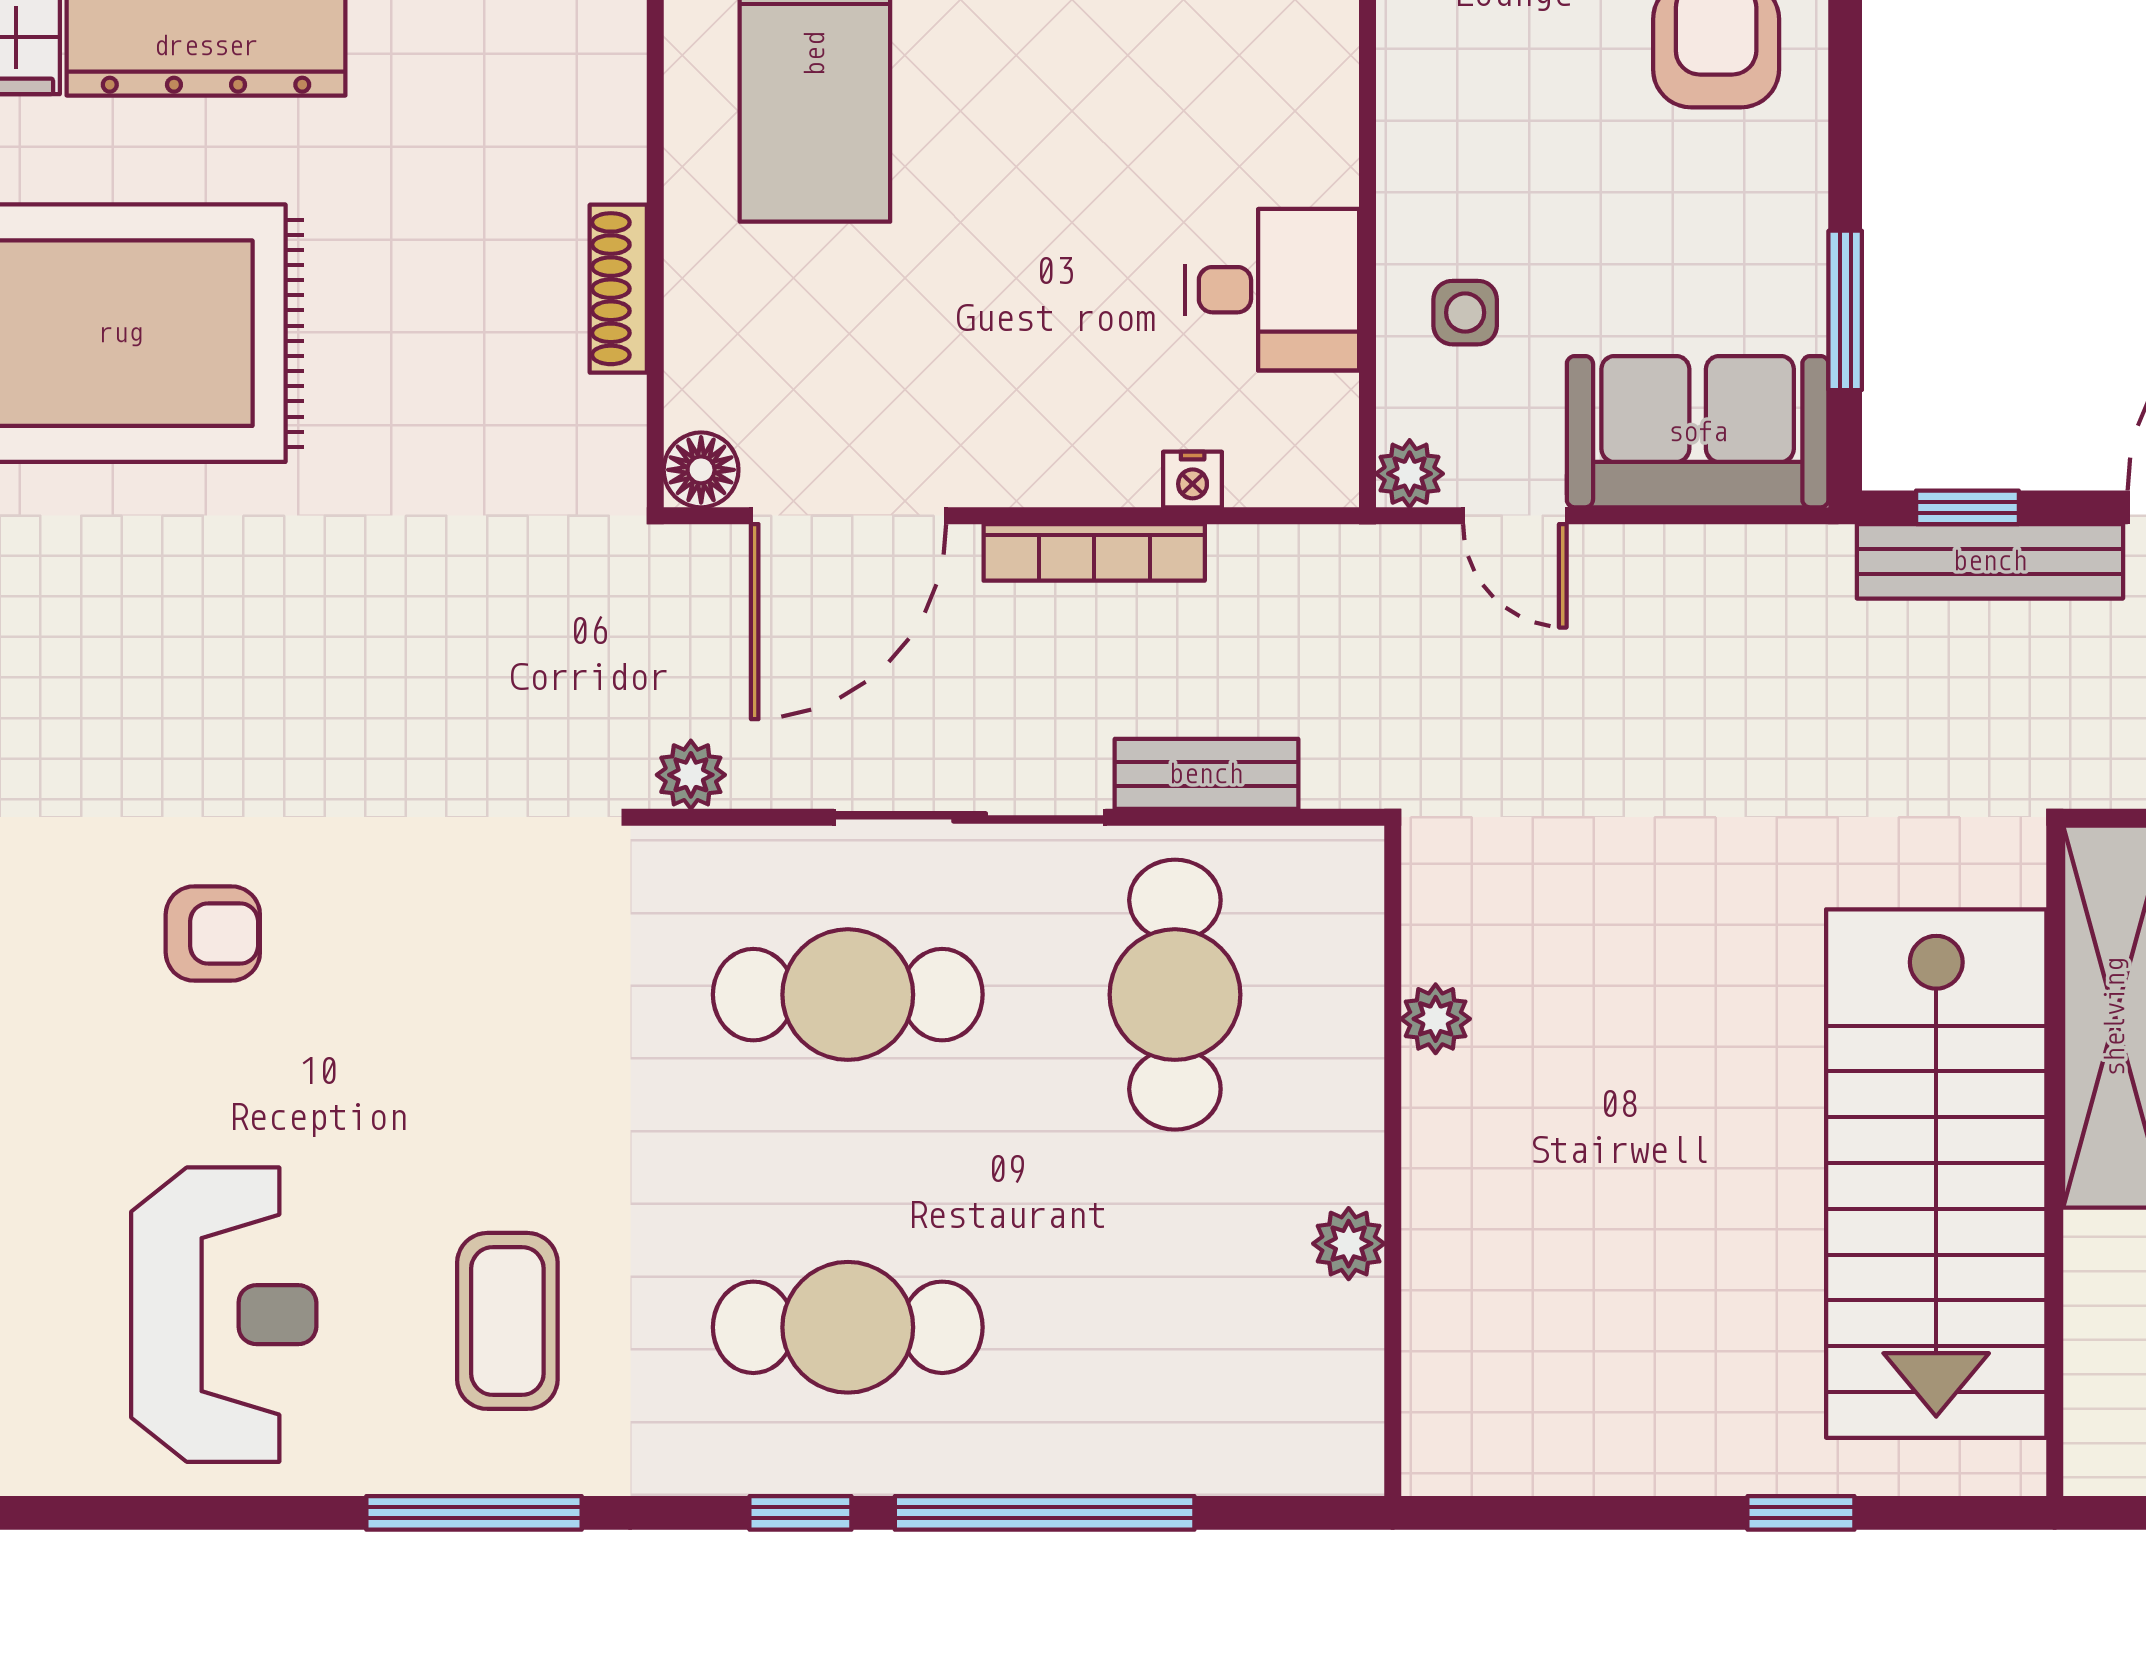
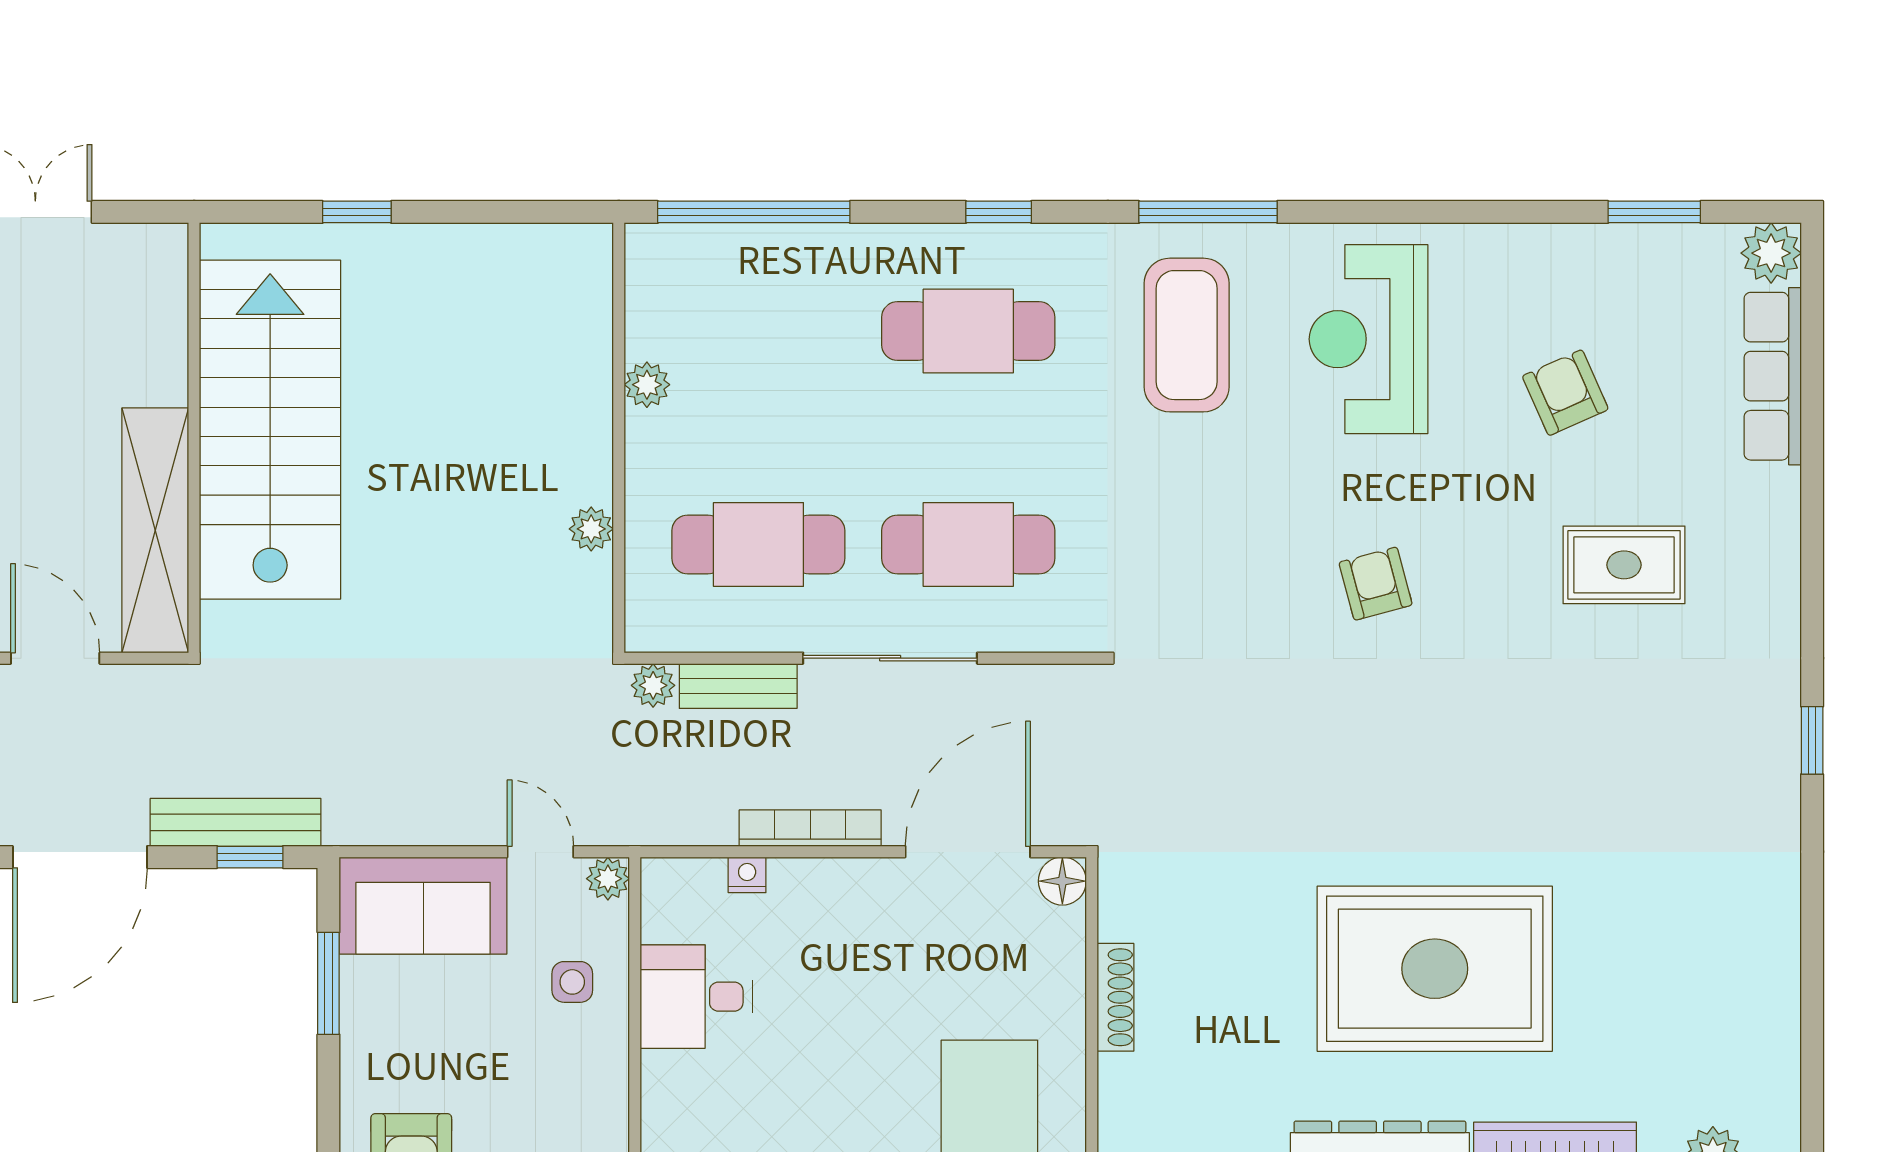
plant: (691, 775) -> (653, 685), moved
armchair: (213, 934) -> (1376, 584), turned 75
cafe table: (1175, 995) -> (758, 544), turned 90
coffee table: (507, 1321) -> (1187, 335), width x1.36, depth x1.32
window: (1045, 1513) -> (754, 212), moved

